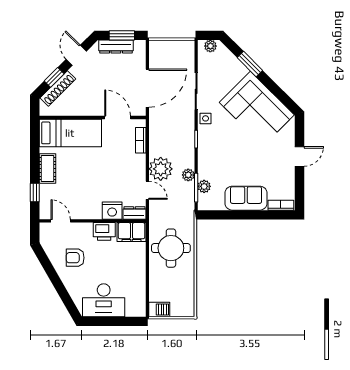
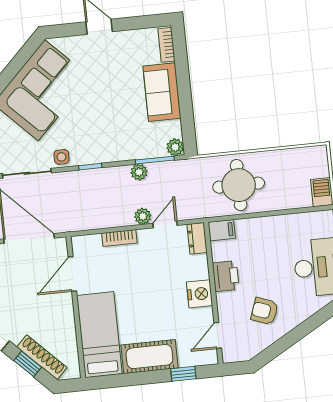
bookcase: (141, 140) -> (119, 238), moved
cot: (47, 169) -> (149, 357), width x1.37, depth x1.34
plant: (161, 169) -> (143, 216), width x0.53, depth x0.53
plant: (204, 186) -> (175, 147), moved
nightstand: (112, 211) -> (200, 294), moved
filing cabinet: (132, 232) -> (222, 230), width x0.50
armchair: (75, 258) -> (265, 311), turned 110

